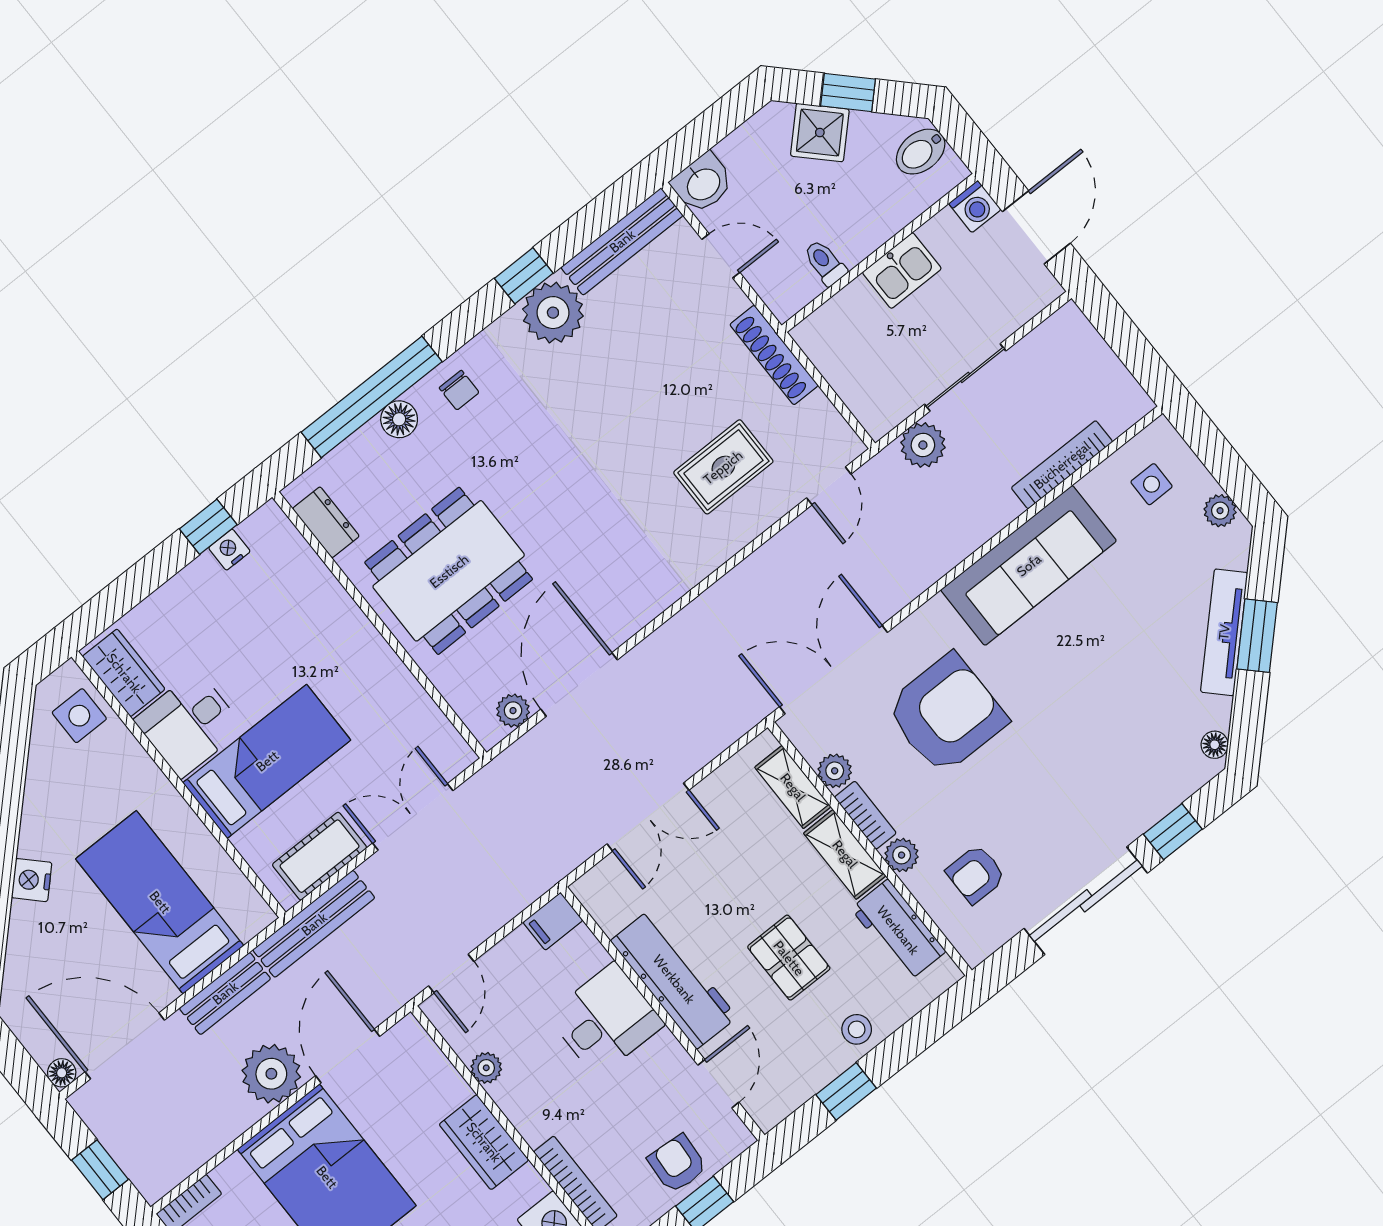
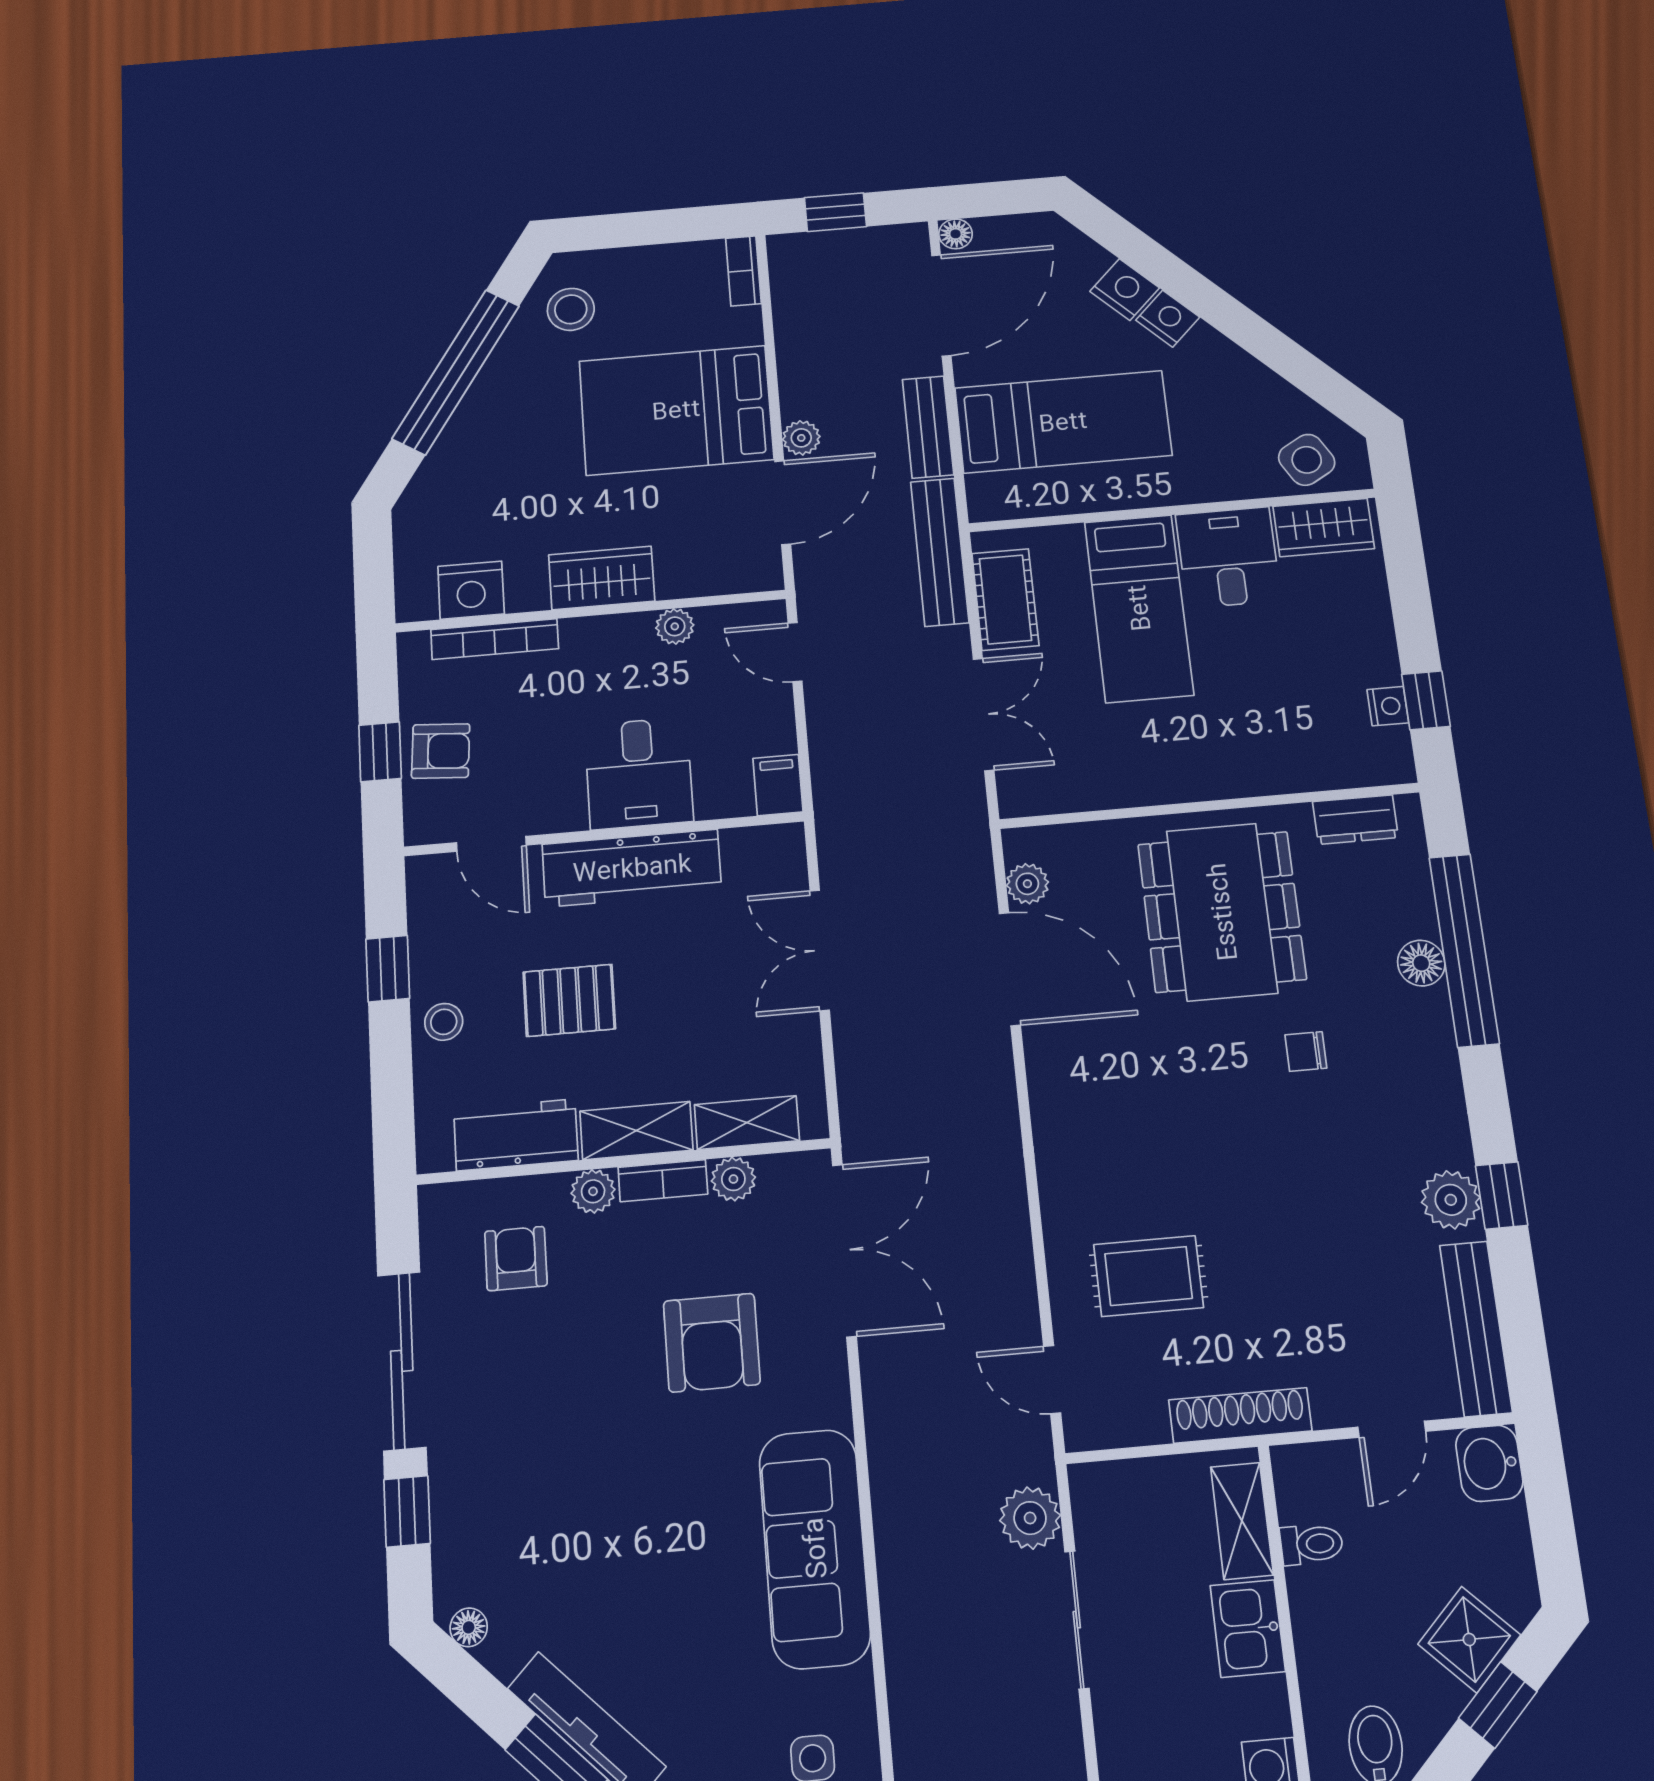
plant: (553, 313) -> (1451, 1200), width x0.73, depth x0.73
shelving: (839, 314) -> (1242, 1521), added
chair: (459, 390) -> (1306, 1051), moved
bookcase: (1062, 465) -> (904, 1666), removed
rug: (723, 467) -> (1149, 1276), turned 90
armchair: (946, 714) -> (712, 1343), width x0.73, depth x0.73
side table: (79, 716) -> (1307, 460), turned -30
nightstand: (28, 925) -> (1125, 290), added
door: (348, 1056) -> (783, 503), hinge flipped
plant: (271, 1074) -> (801, 438), width x0.53, depth x0.53

